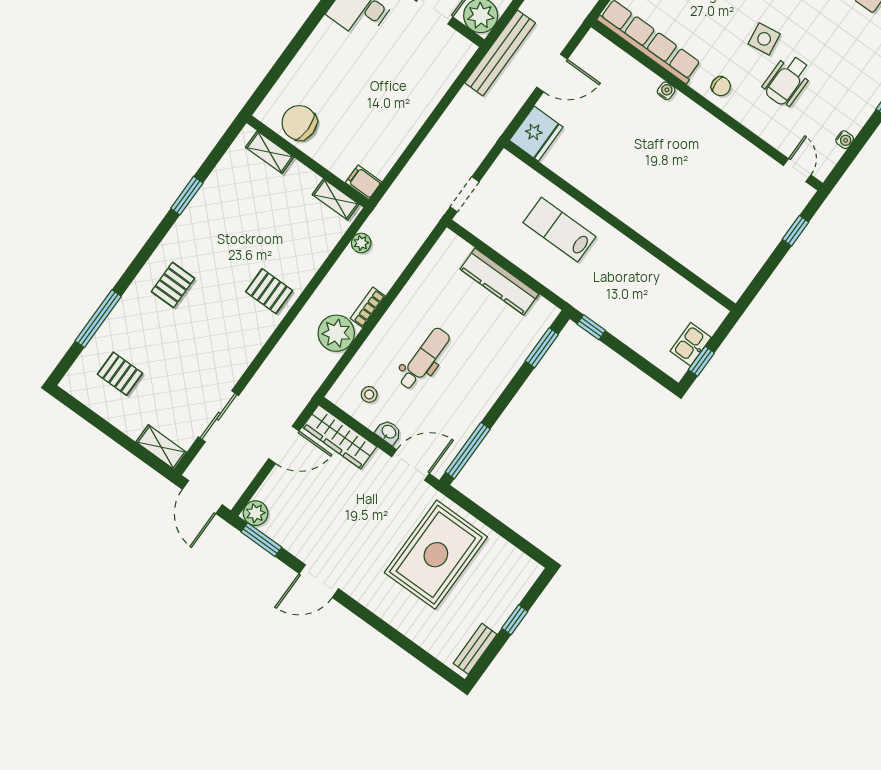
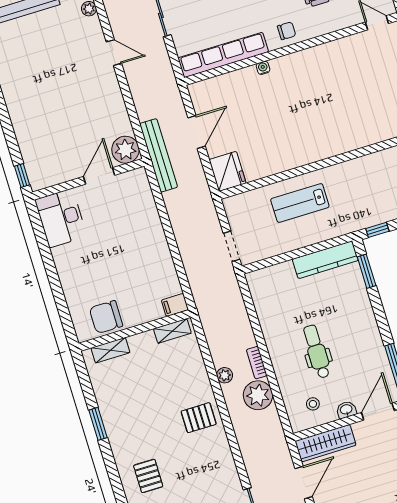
plant: (361, 243) -> (225, 375), moved
kitchen counter: (499, 281) -> (325, 260), moved

